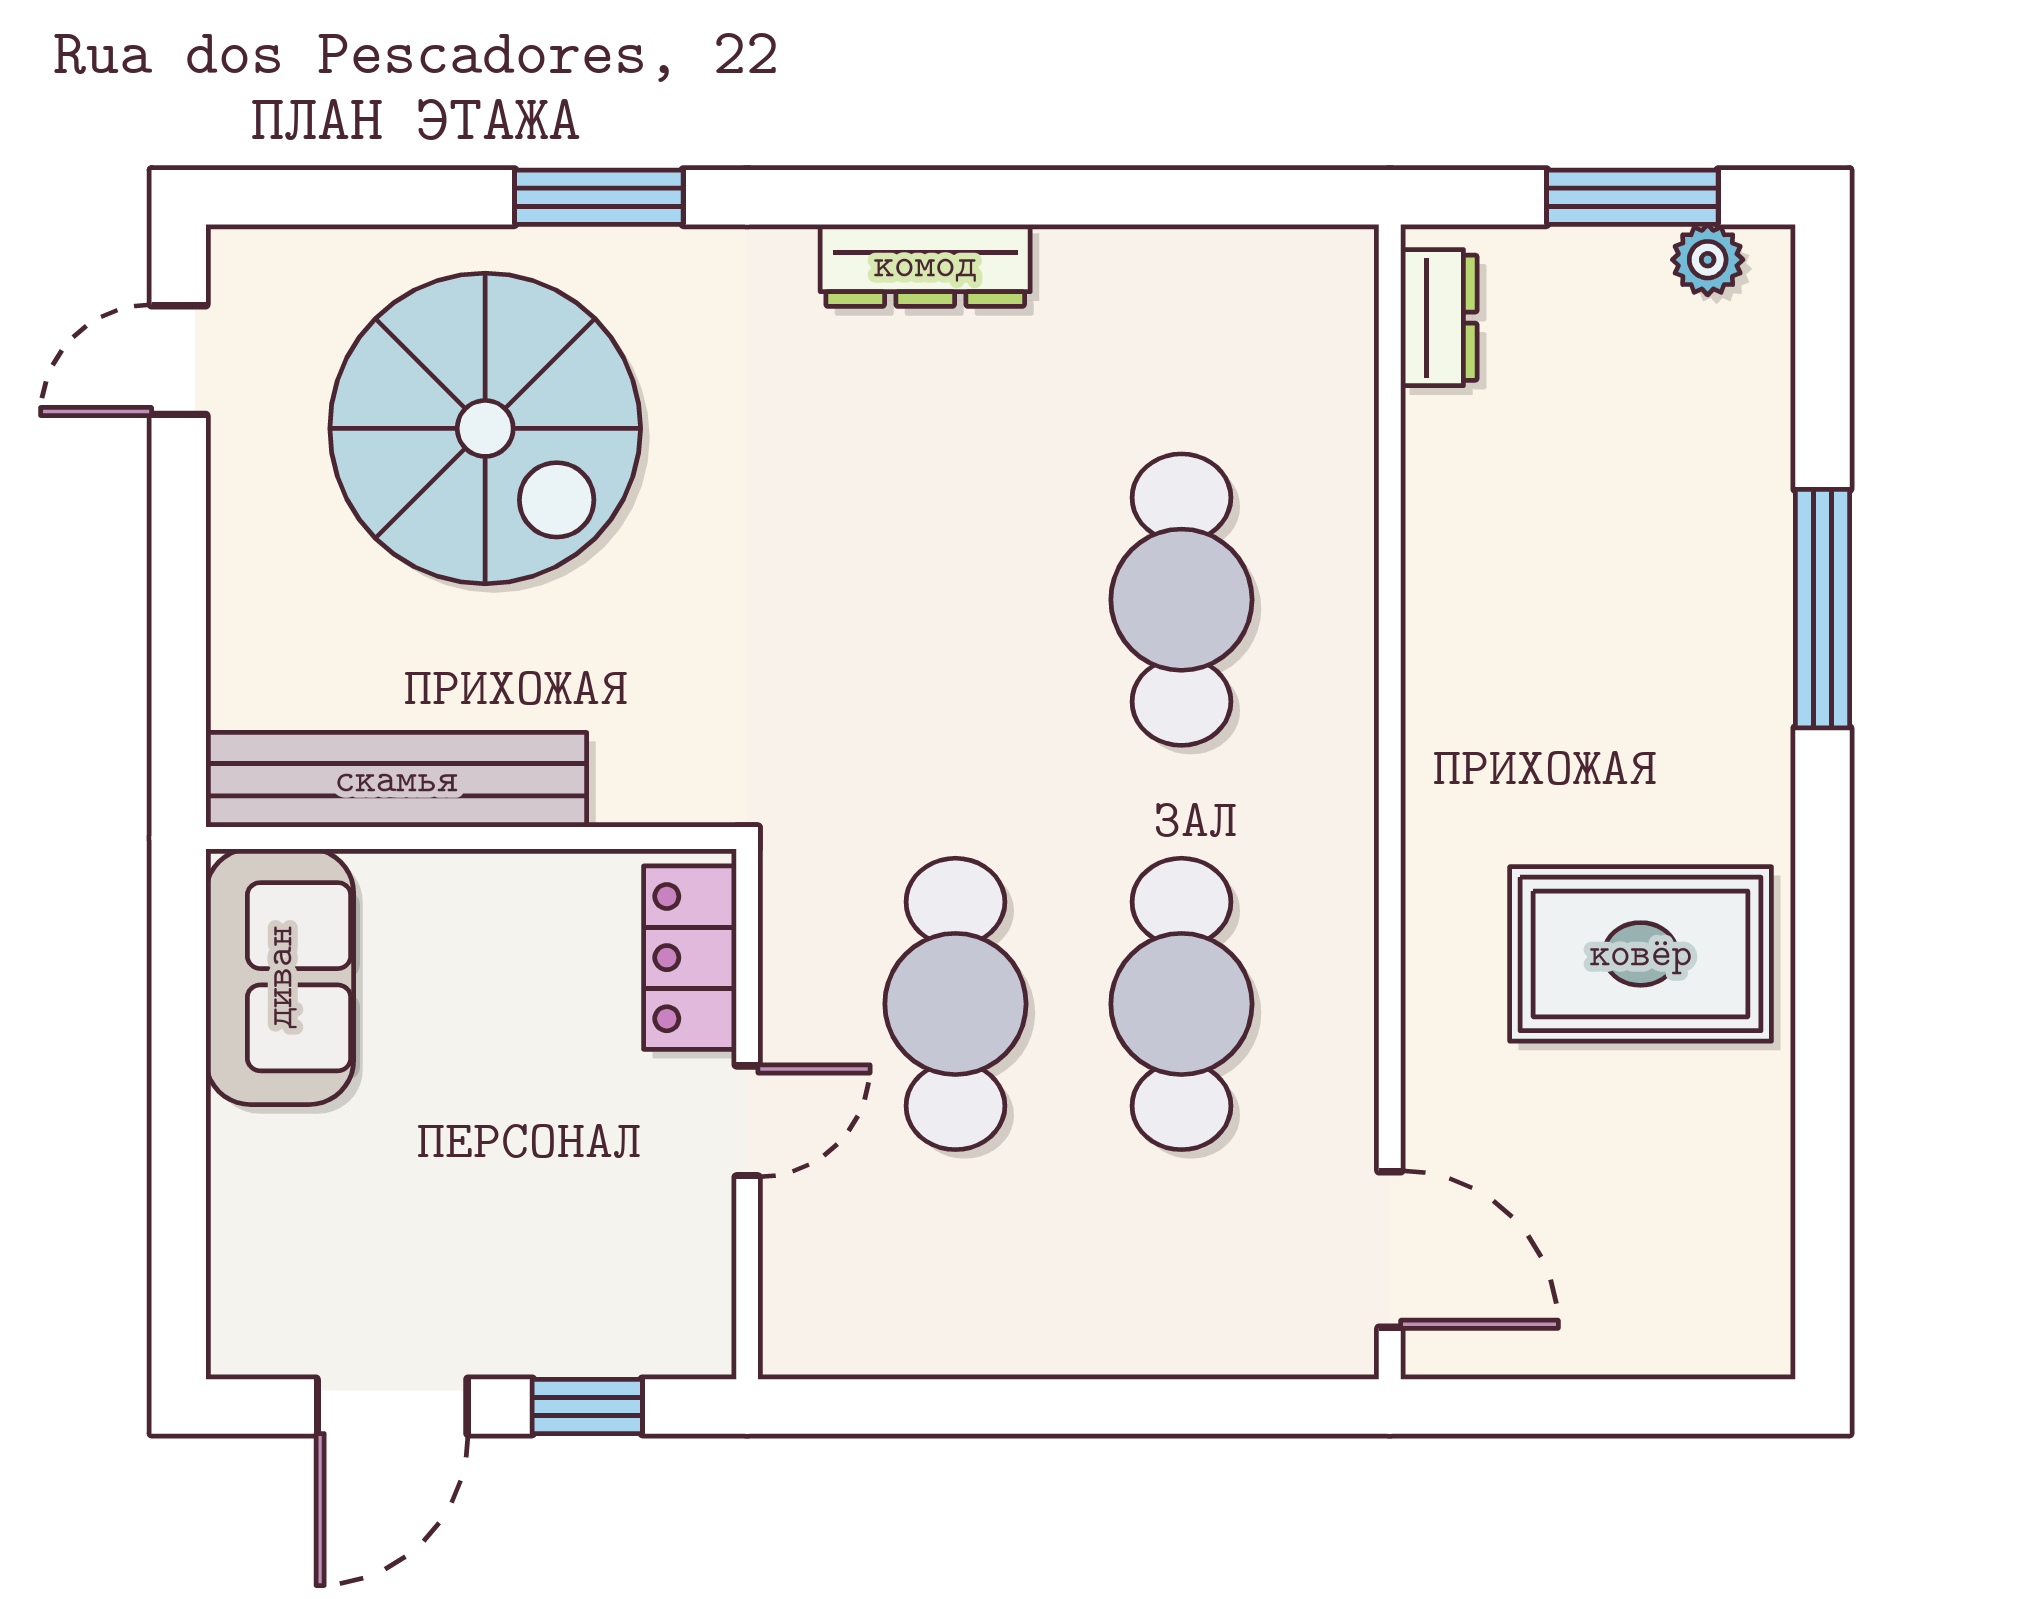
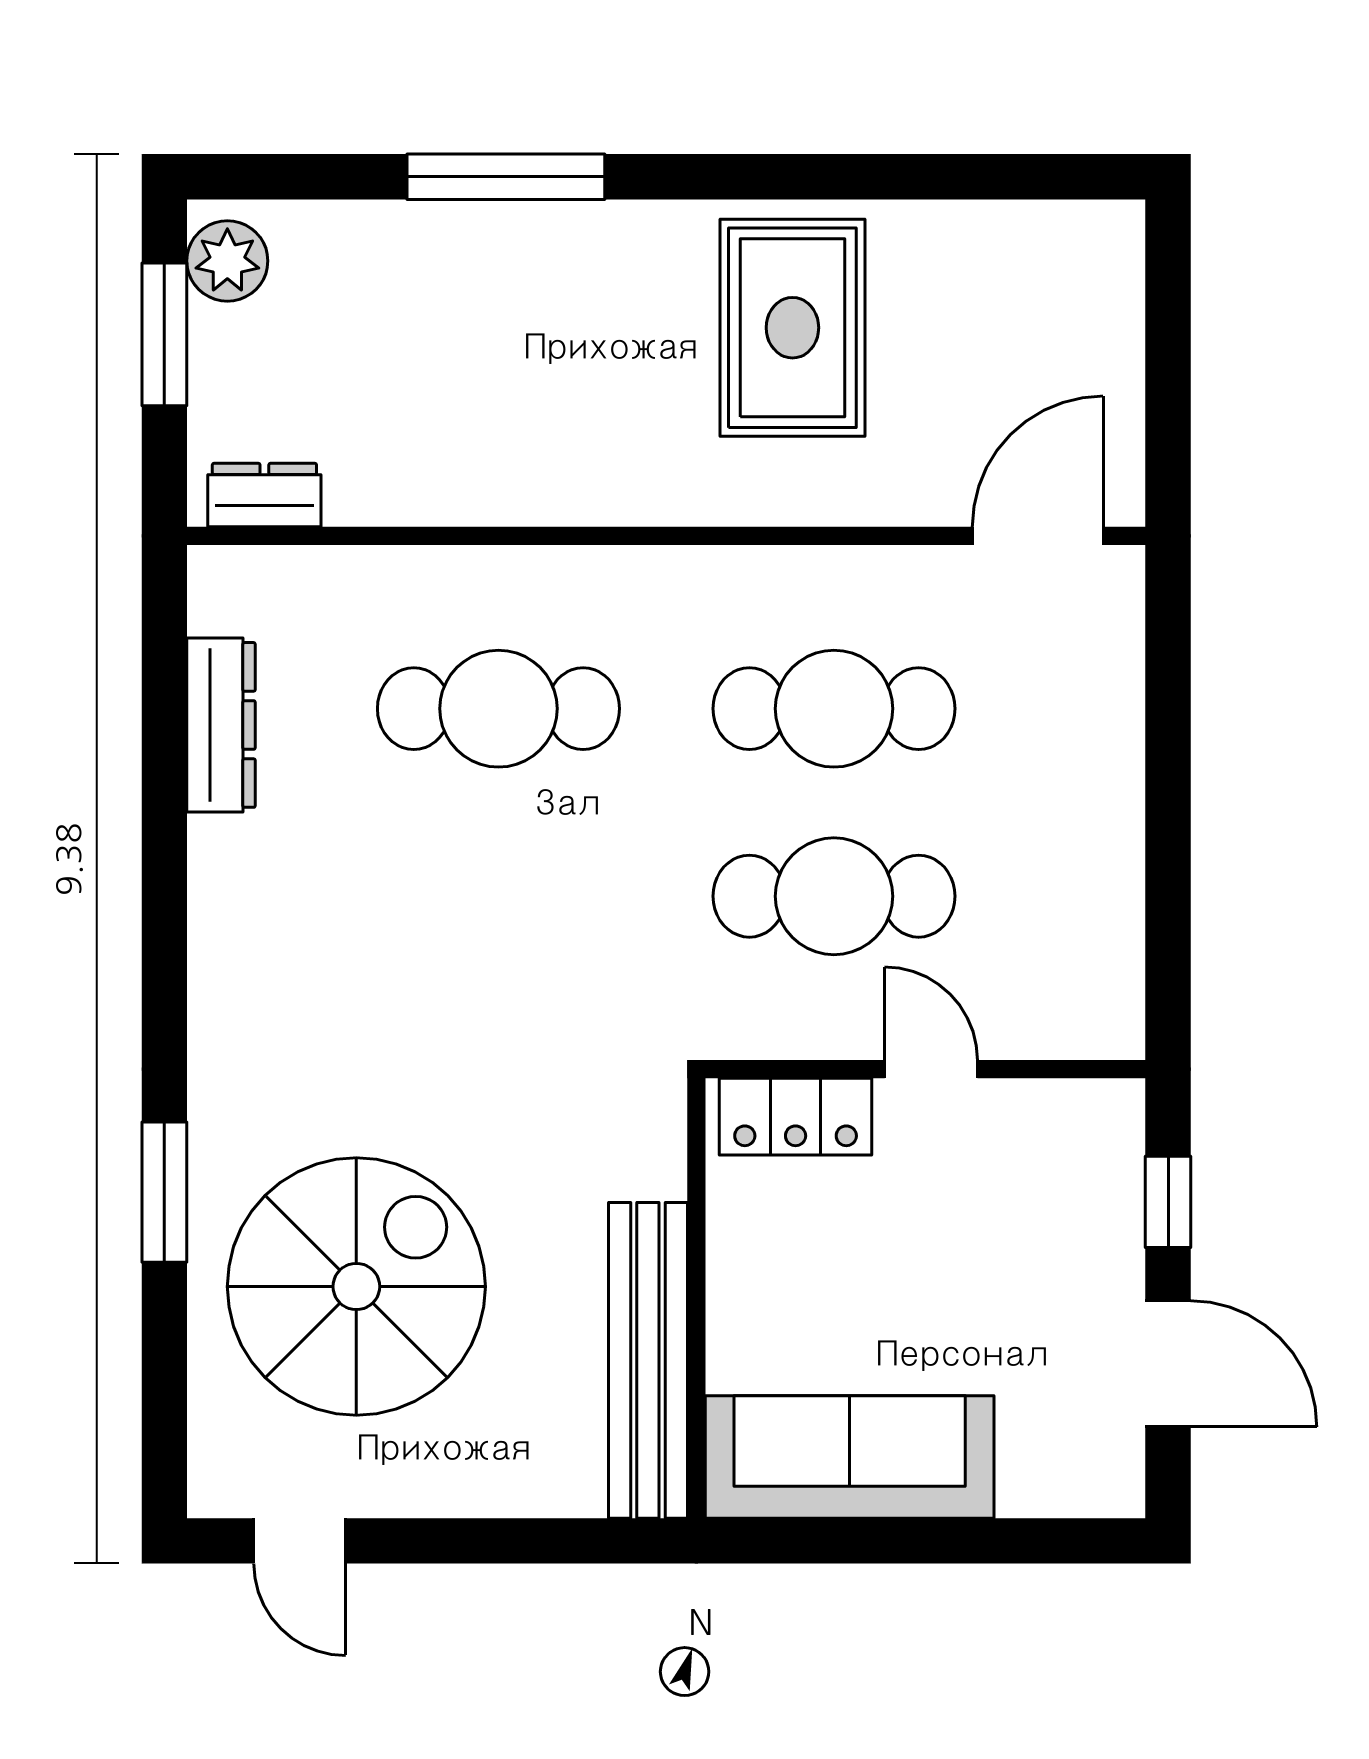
plant: (1708, 260) -> (227, 261), width x1.38, depth x1.38
dresser: (925, 265) -> (221, 725), moved
sofa: (280, 977) -> (850, 1457), width x1.36

